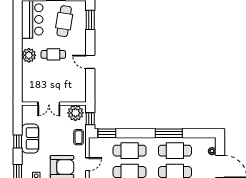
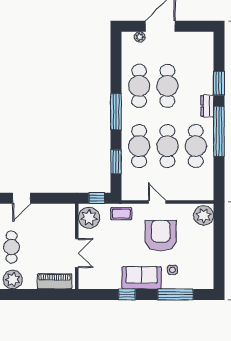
piano: (27, 87) -> (55, 281), added
window: (107, 133) -> (116, 162), moved
window: (169, 133) -> (116, 112), moved
sofa: (30, 138) -> (142, 278), moved

